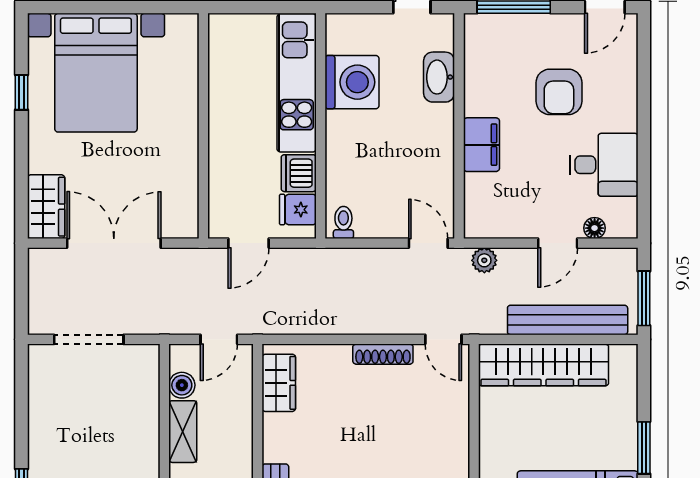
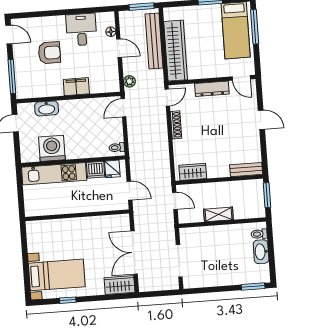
bed with nightstands: (96, 73) -> (57, 275), width x0.73
boiler: (182, 385) -> (197, 216), removed
dresser: (455, 437) -> (212, 89), added

